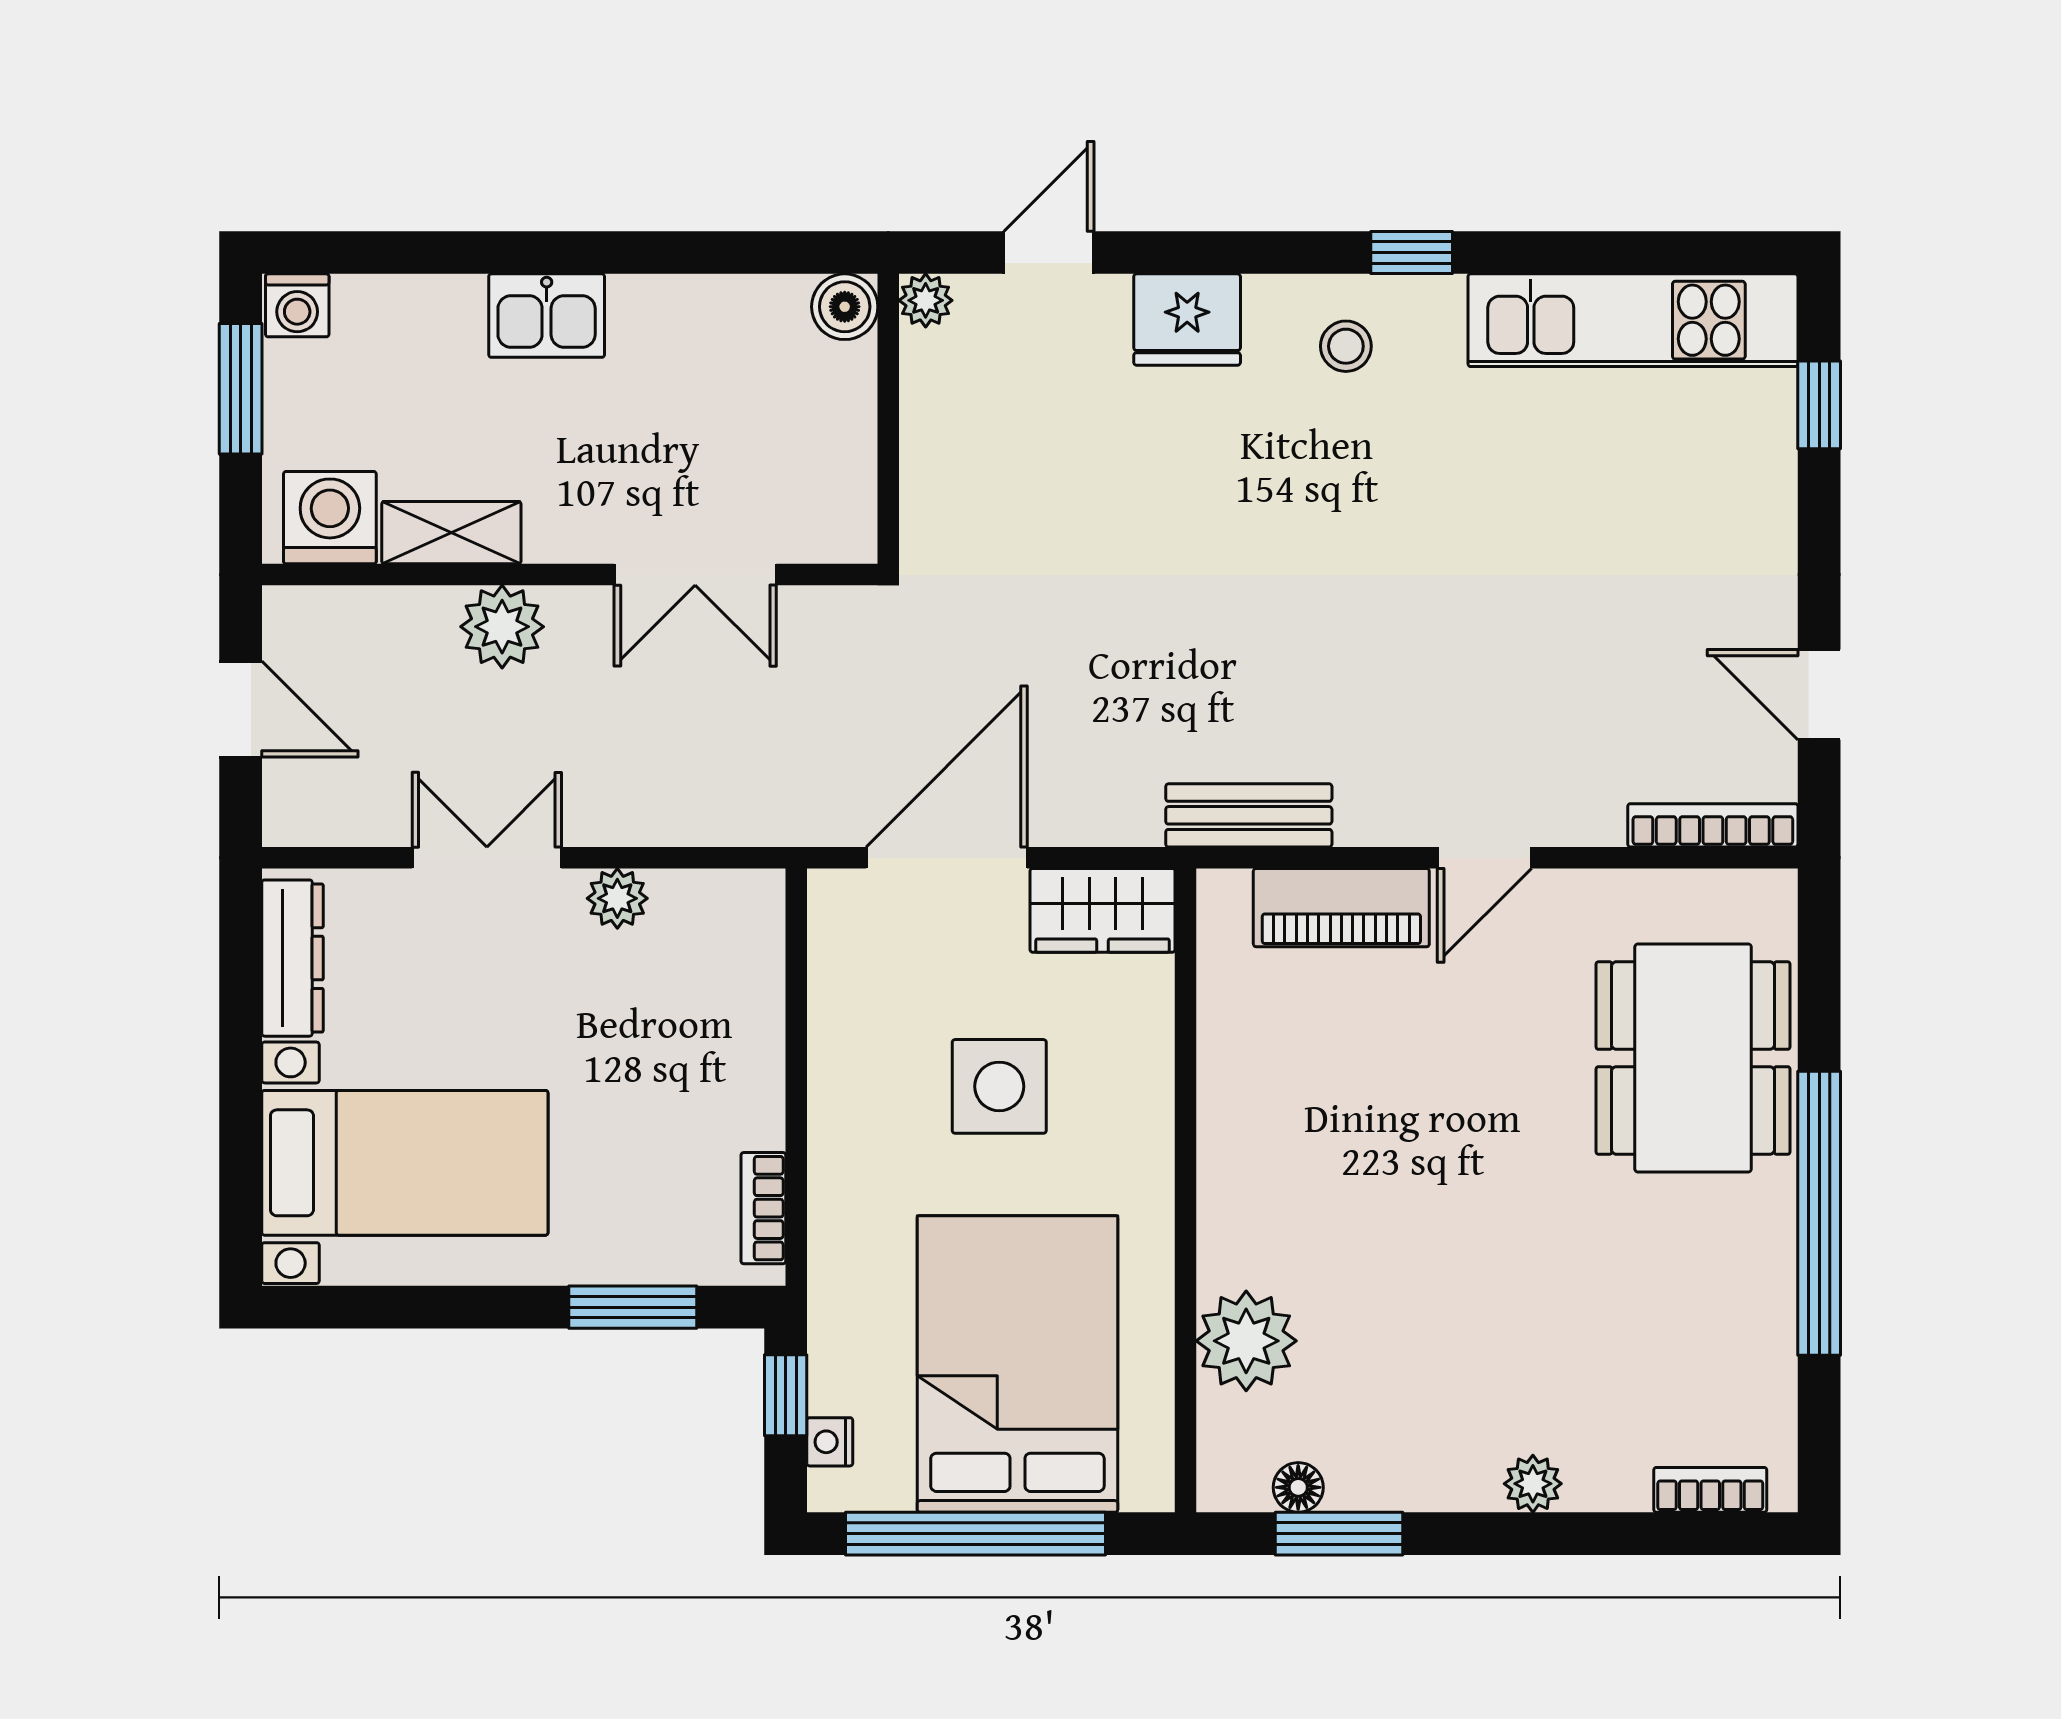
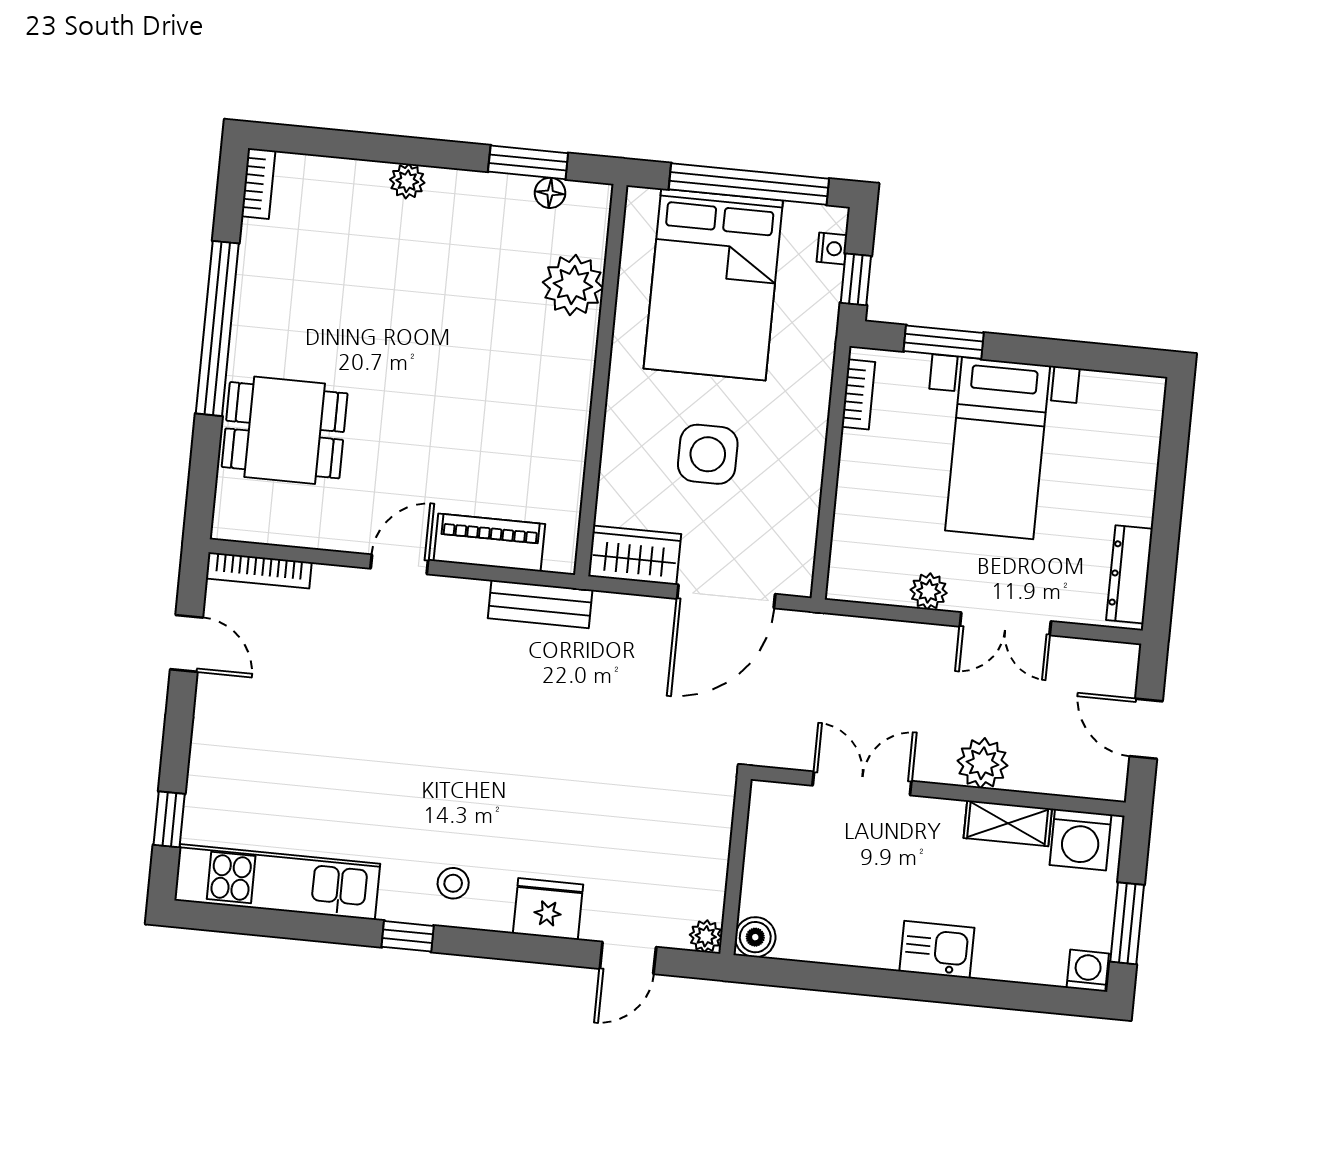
dining table: (1693, 1058) -> (285, 430), width x0.73
bed with nightstands: (405, 1163) -> (998, 448), moved, turned -90
bookcase: (1710, 1490) -> (258, 184), moved, turned -90

